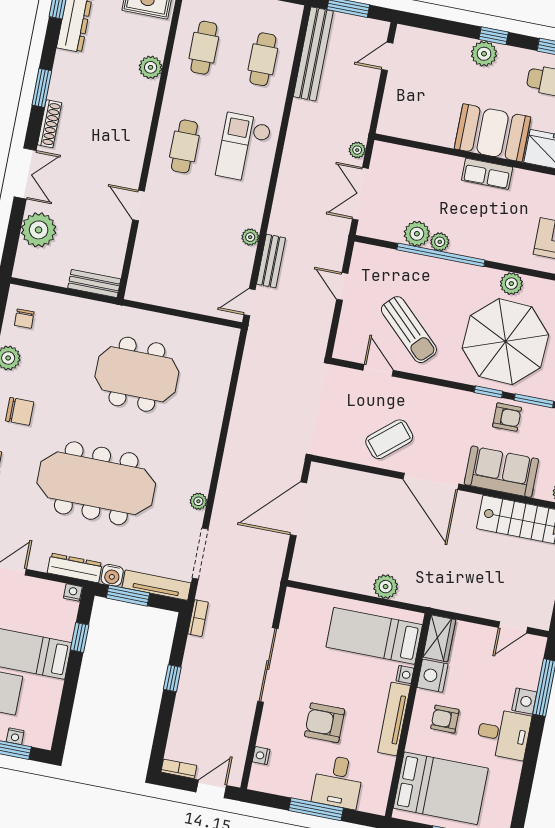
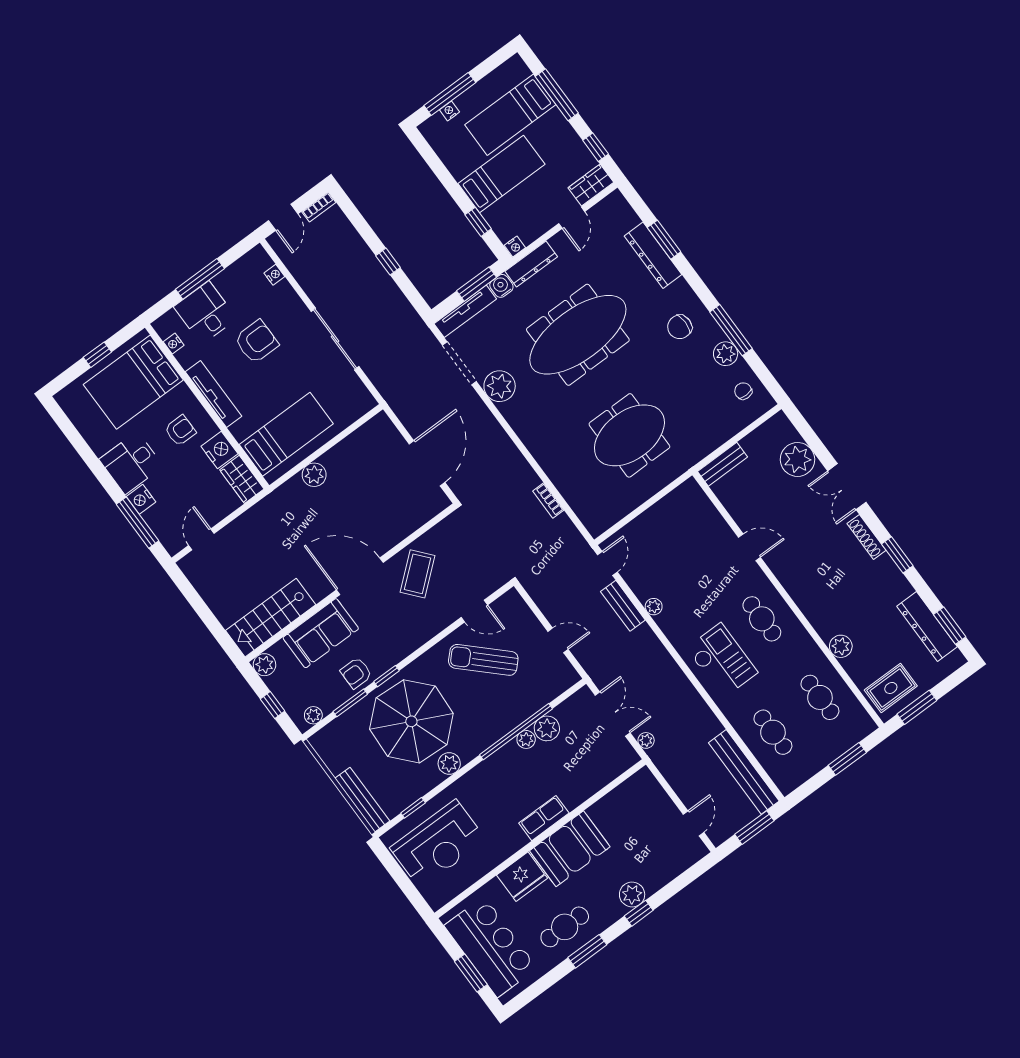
plant: (198, 501) -> (500, 386), width x1.87, depth x1.87
bookcase: (198, 618) -> (548, 500), moved
nightstand: (405, 675) -> (174, 343), moved

